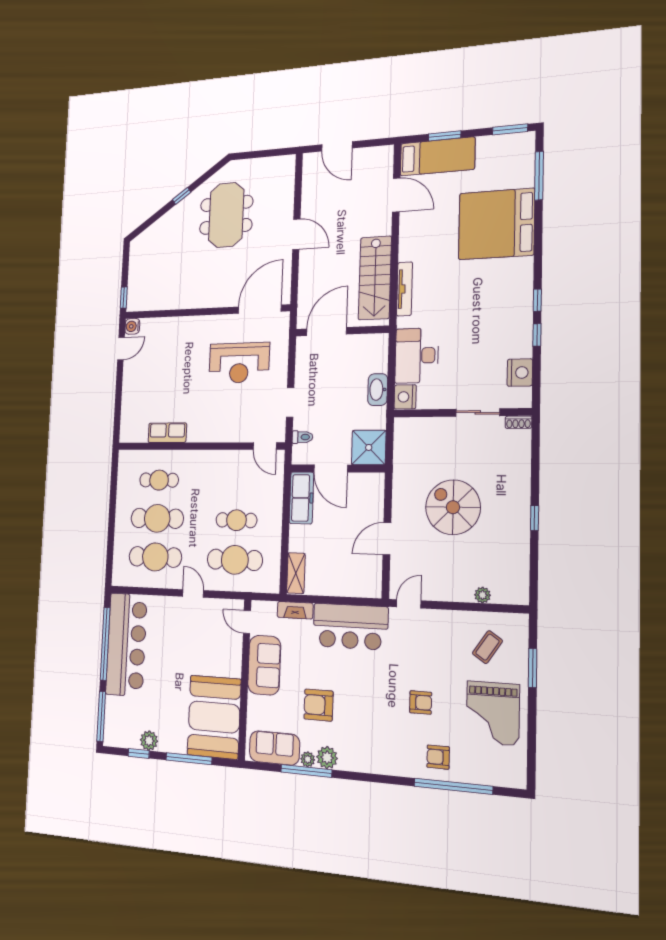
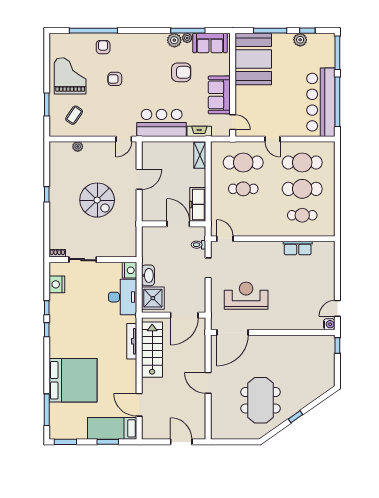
shower: (369, 447) -> (153, 298), moved
armchair: (438, 757) -> (103, 47), turned -90

